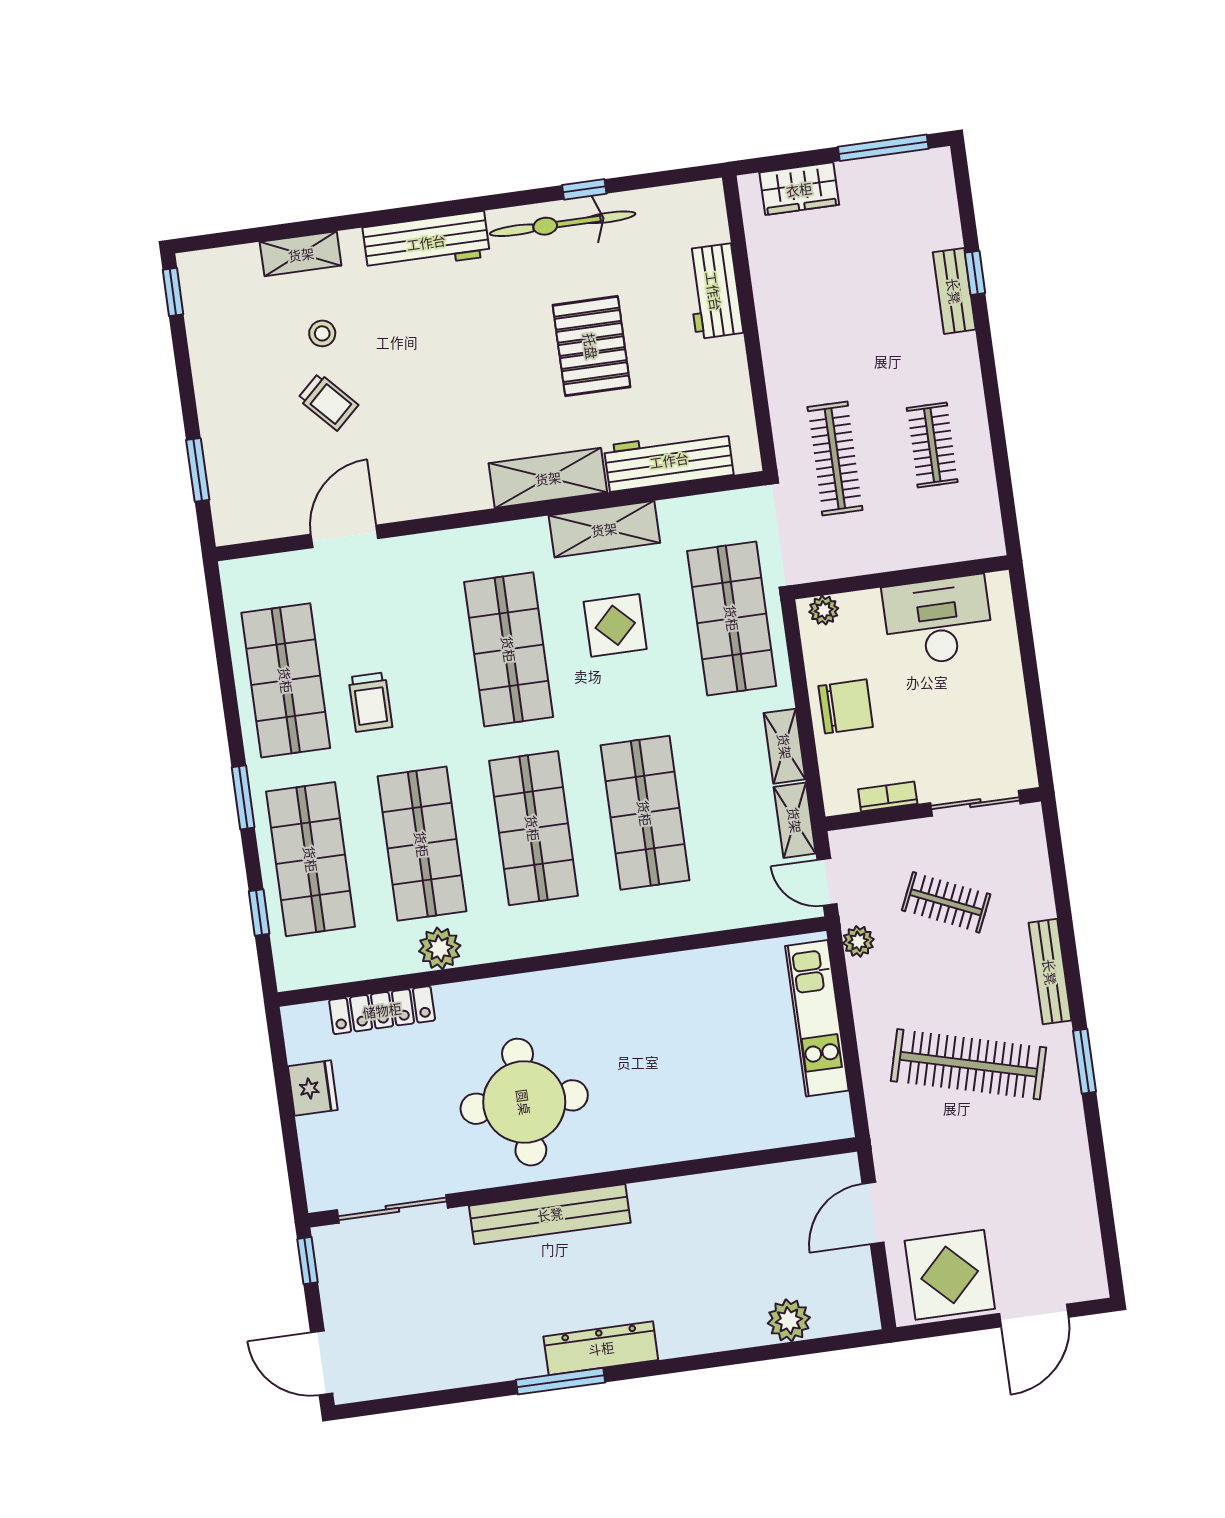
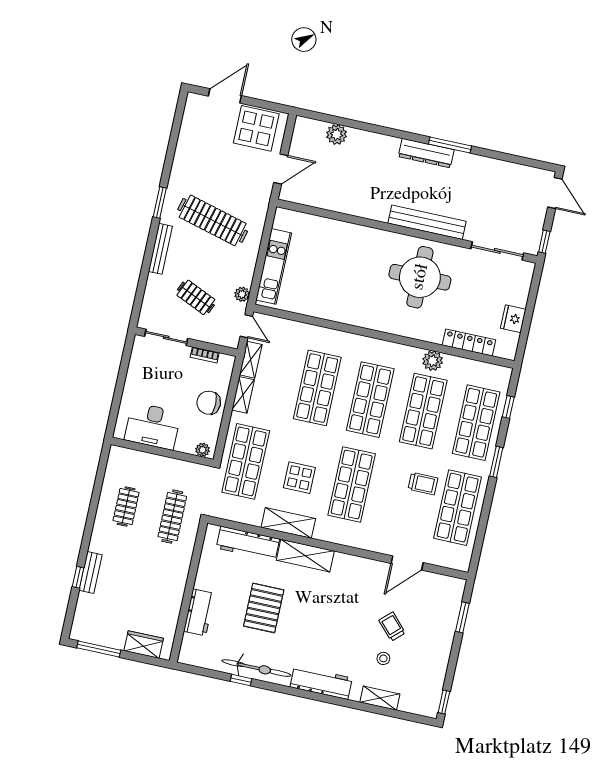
trolley: (370, 702) -> (423, 484), turned 90

